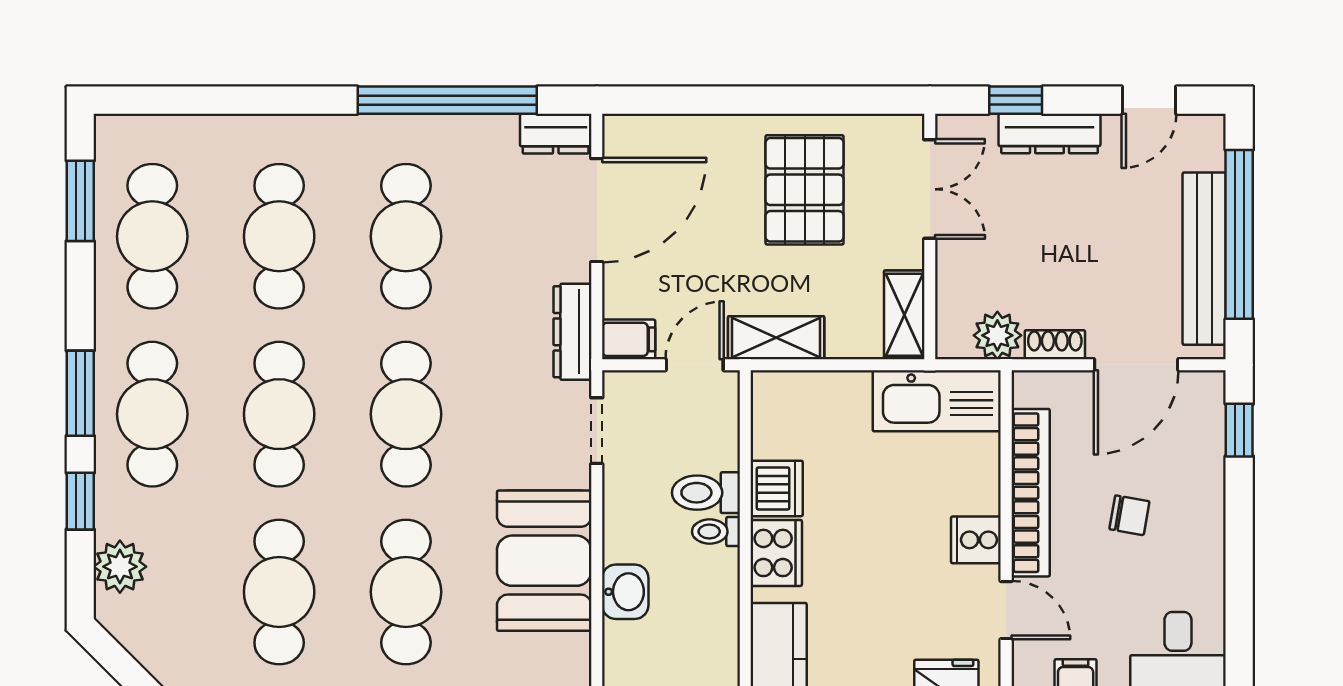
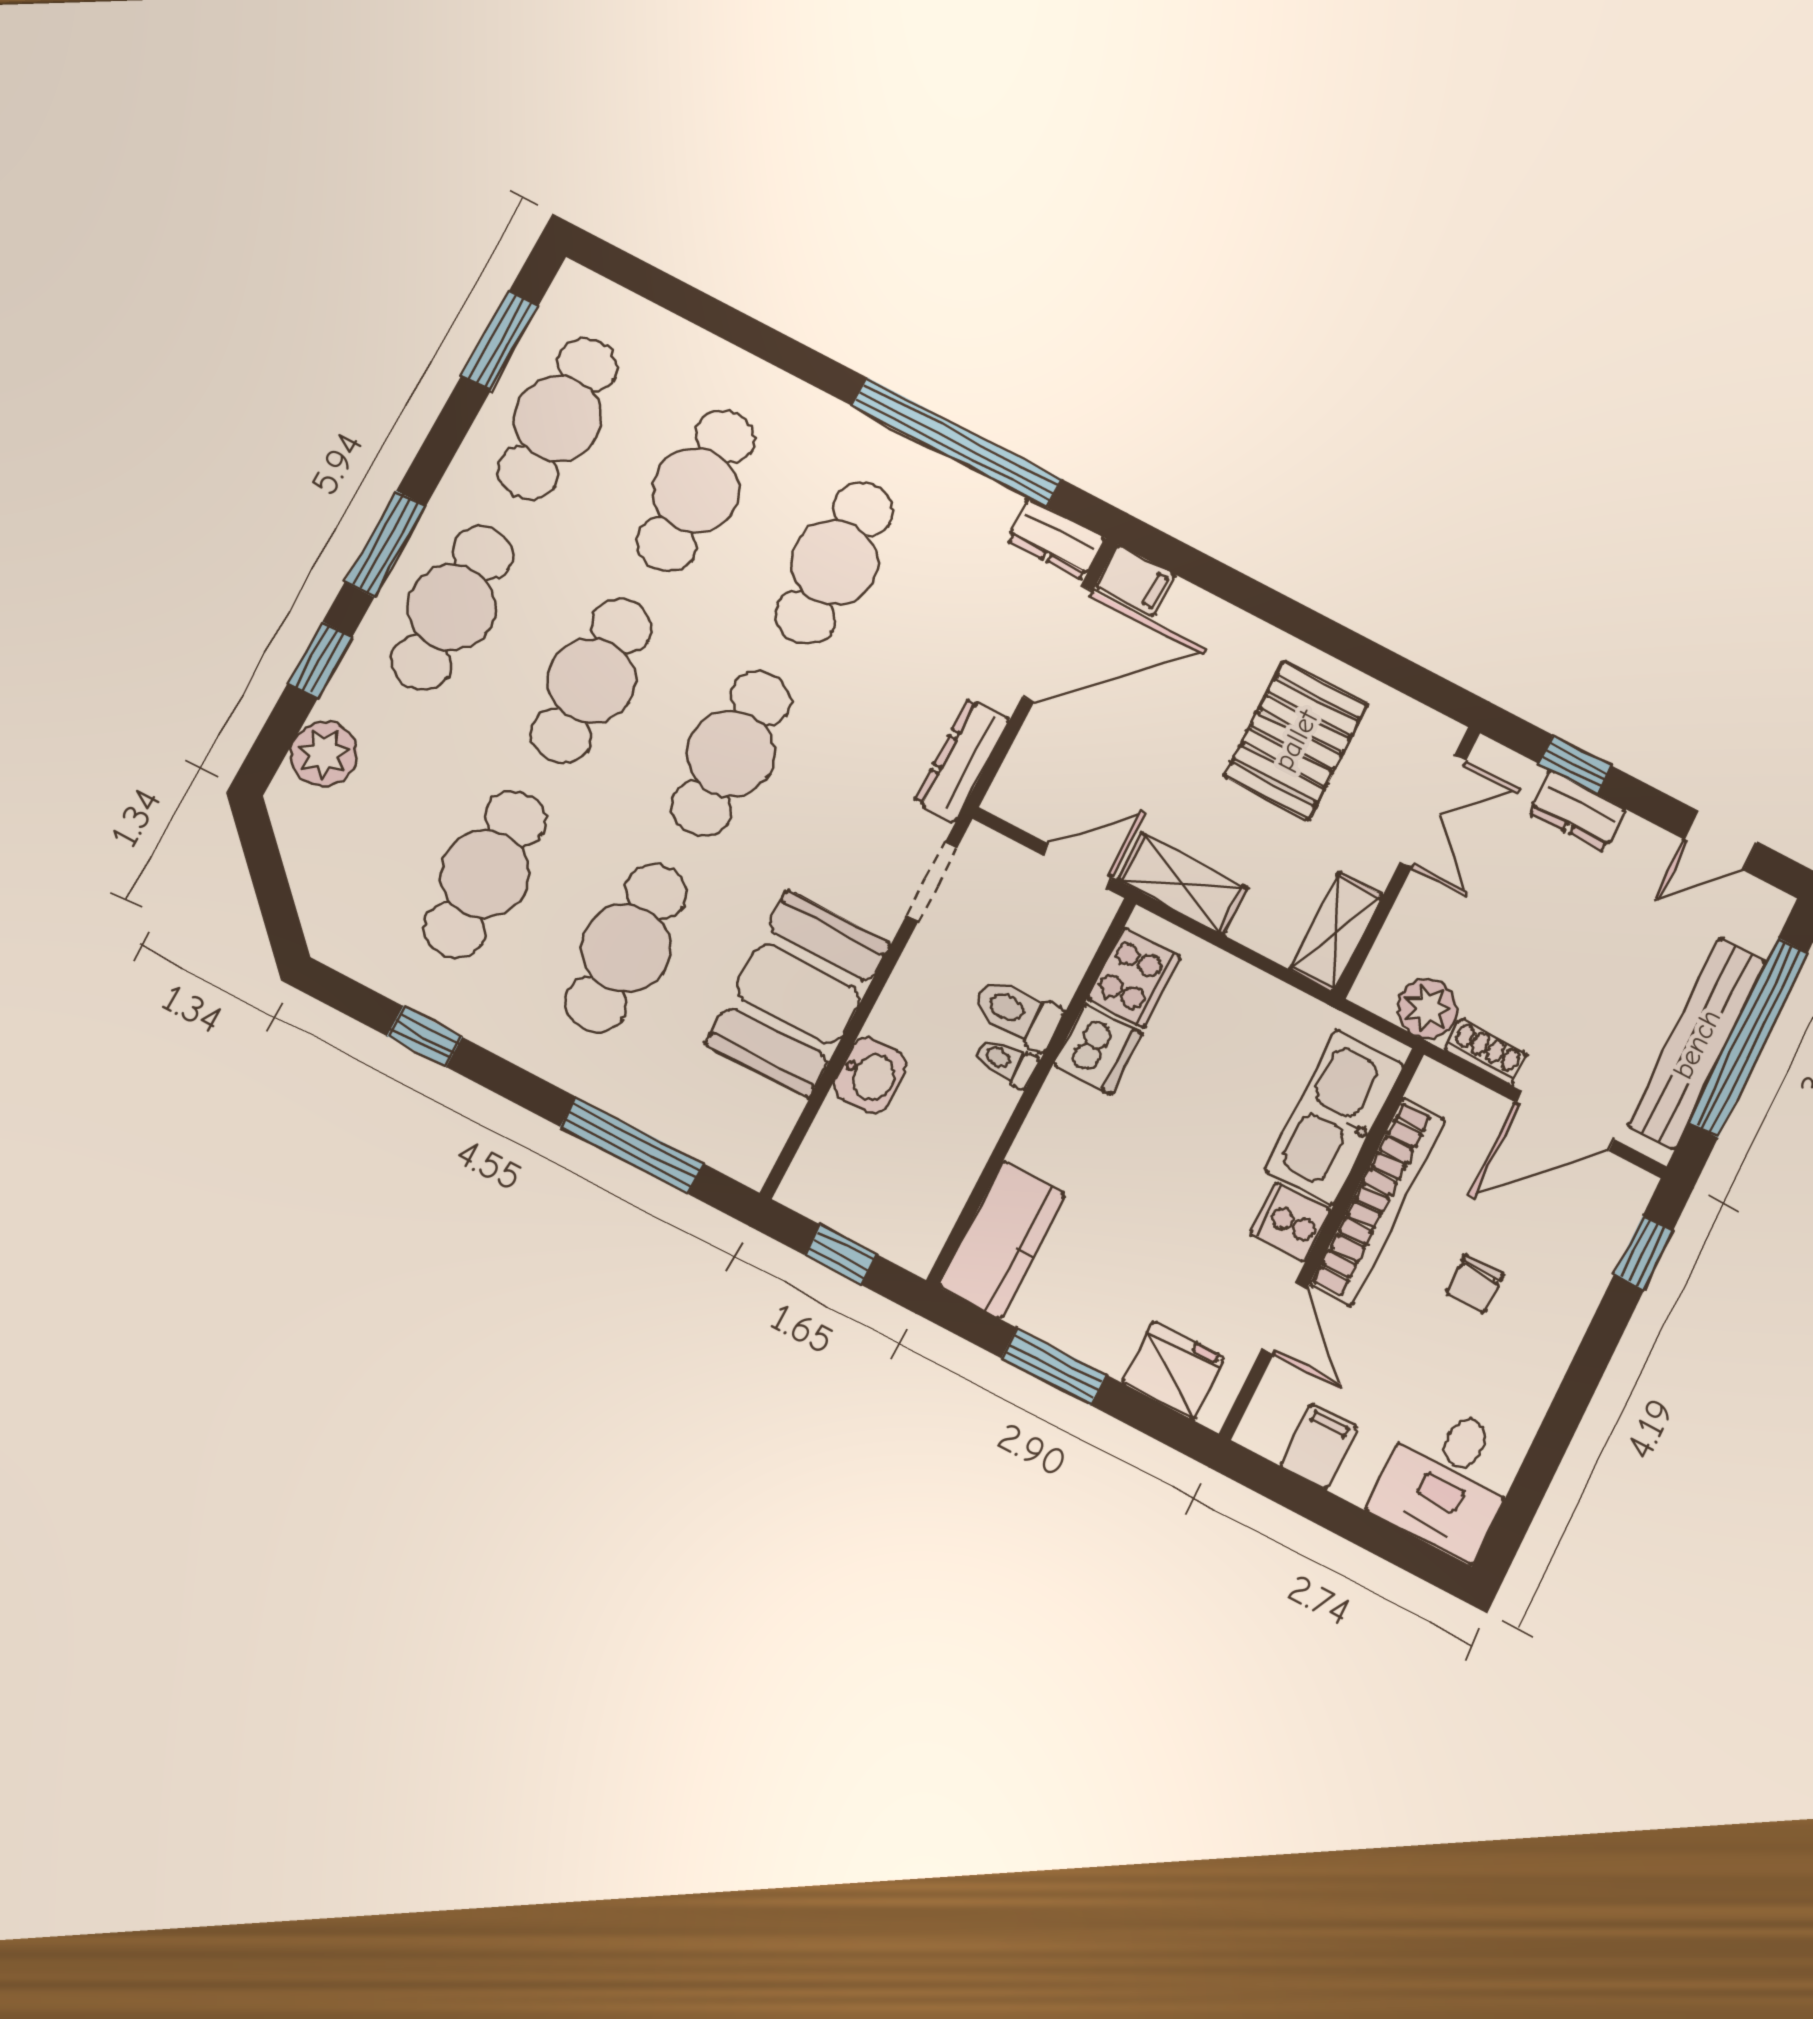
dresser: (1049, 134) -> (1577, 811), width x0.70
filing cabinet: (629, 339) -> (1135, 580), moved
kitchen sink: (937, 401) -> (1334, 1117), moved, turned 90
chair: (1129, 515) -> (1475, 1284), turned 80
cooker: (776, 553) -> (1134, 978), moved

